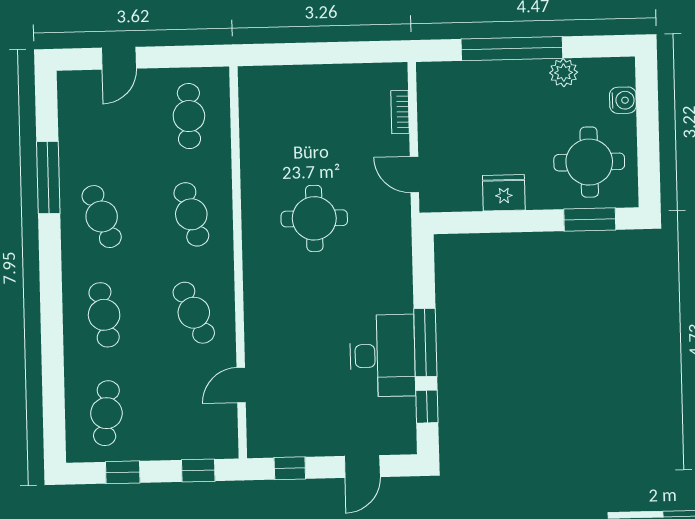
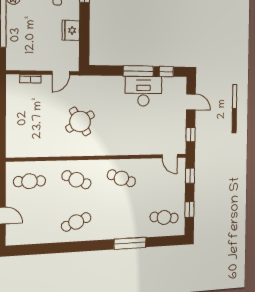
window: (48, 178) -> (130, 243), moved
cafe table: (191, 214) -> (76, 180), turned 39
round table: (314, 218) -> (80, 122), turned -32
cafe table: (194, 313) -> (121, 178), turned 45
cafe table: (104, 315) -> (121, 220), removed
door: (241, 385) -> (170, 156), moved

